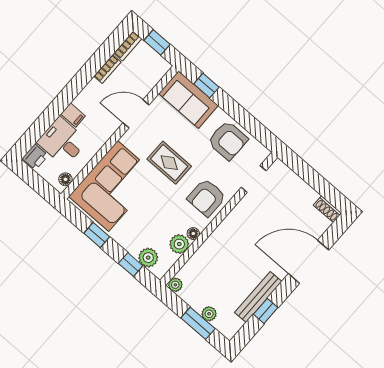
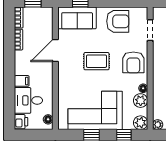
corner sofa: (113, 186) -> (95, 110), moved, turned -90
plant: (148, 258) -> (141, 123), moved

